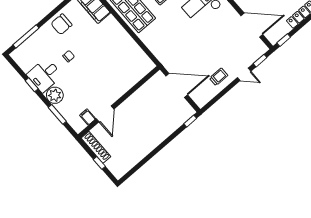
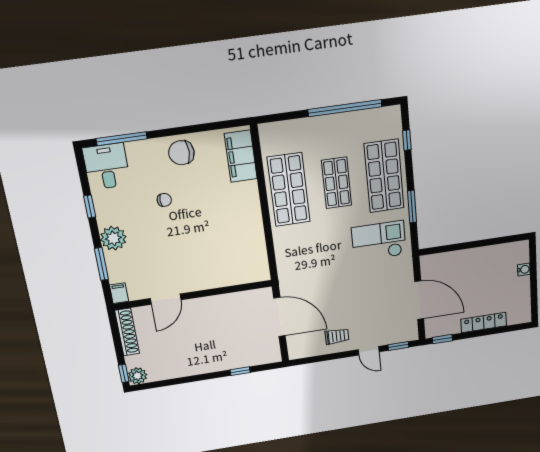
desk: (45, 75) -> (107, 166), moved, turned 90
filing cabinet: (88, 117) -> (119, 293), moved
window: (190, 121) -> (240, 371), moved
window: (99, 163) -> (124, 373), moved
plant: (118, 172) -> (137, 376), added

